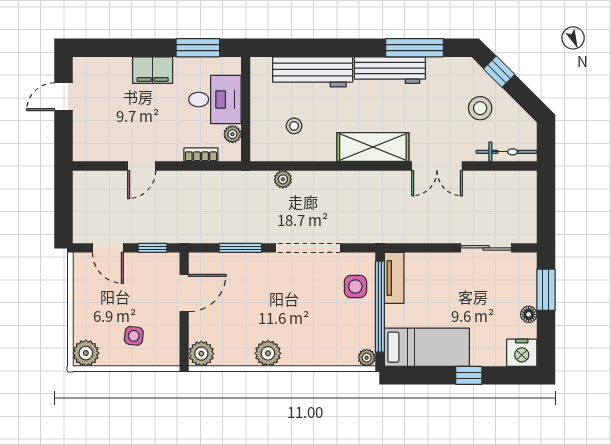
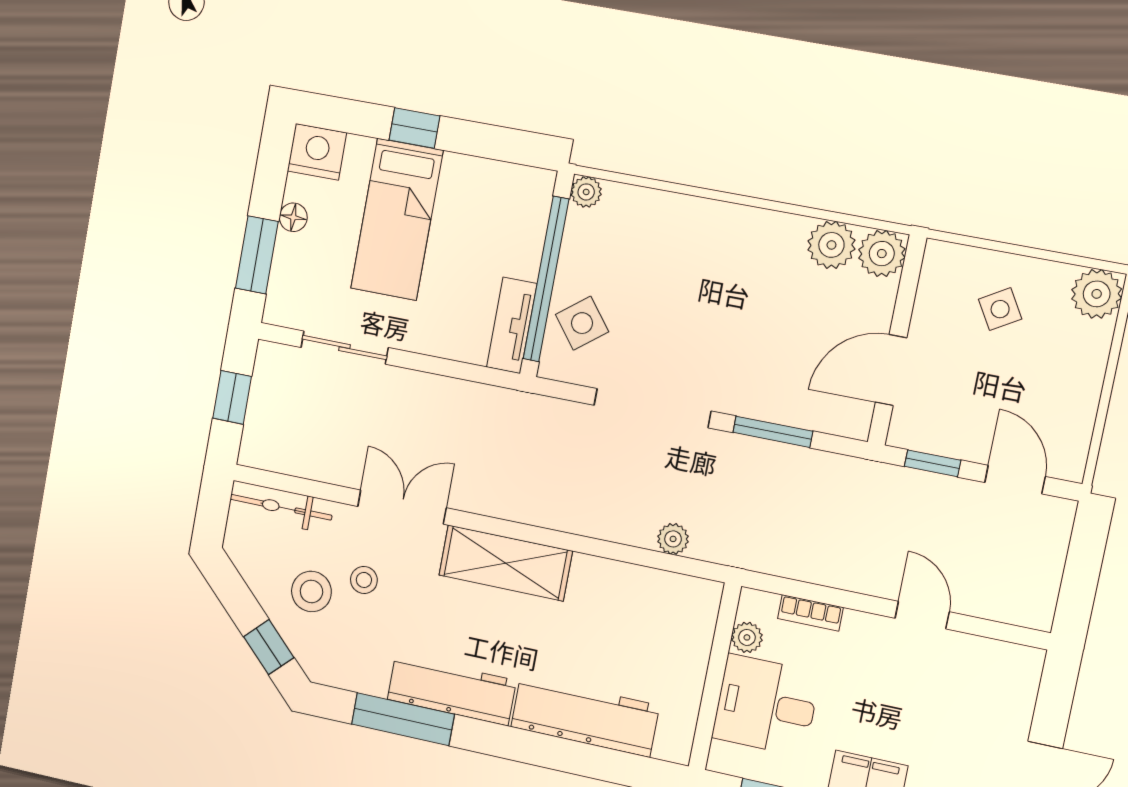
stool: (294, 126) -> (364, 580), moved
door: (142, 166) -> (922, 615), hinge flipped
window: (546, 208) -> (232, 397), added
side table: (355, 287) -> (582, 323), turned -38
side table: (134, 336) -> (1000, 309), turned -38
bed: (427, 347) -> (397, 220), moved, turned -90
plant: (268, 353) -> (831, 245), moved

